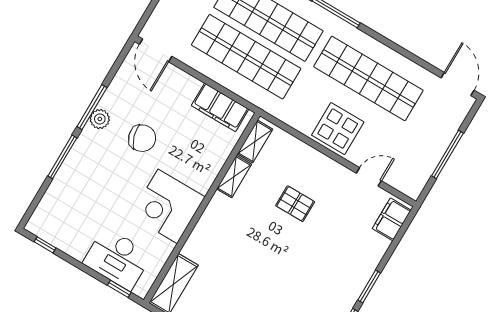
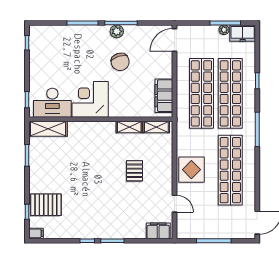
desk: (117, 259) -> (52, 103), moved, turned -90

